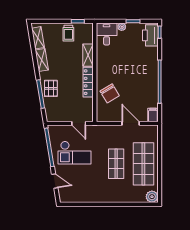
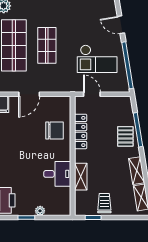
desk: (107, 34) -> (57, 174), moved, turned -90
locker: (88, 82) -> (81, 131), moved
chair: (110, 93) -> (54, 130), turned 121
door: (131, 123) -> (29, 94), hinge flipped
checkout: (74, 153) -> (97, 59), turned 180

